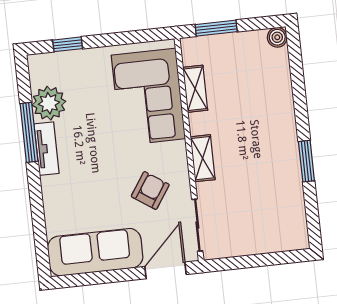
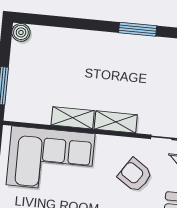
shelving: (195, 89) -> (73, 118), moved

